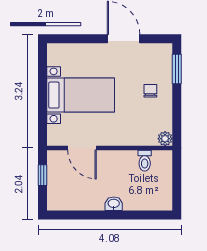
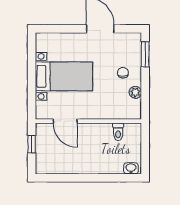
plant: (165, 139) -> (135, 92), moved
washbasin: (114, 204) -> (131, 168), moved

